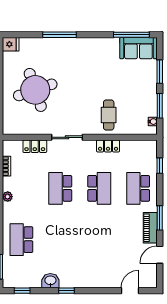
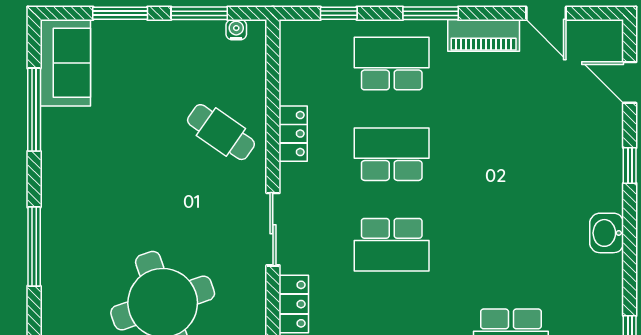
window: (131, 35) -> (34, 110), moved
cafe table: (109, 115) -> (221, 132), turned 35
school desk: (138, 188) -> (392, 64), turned 180
window: (160, 218) -> (431, 13), moved
washbasin: (50, 281) -> (607, 233), moved
window: (67, 291) -> (630, 165), moved

